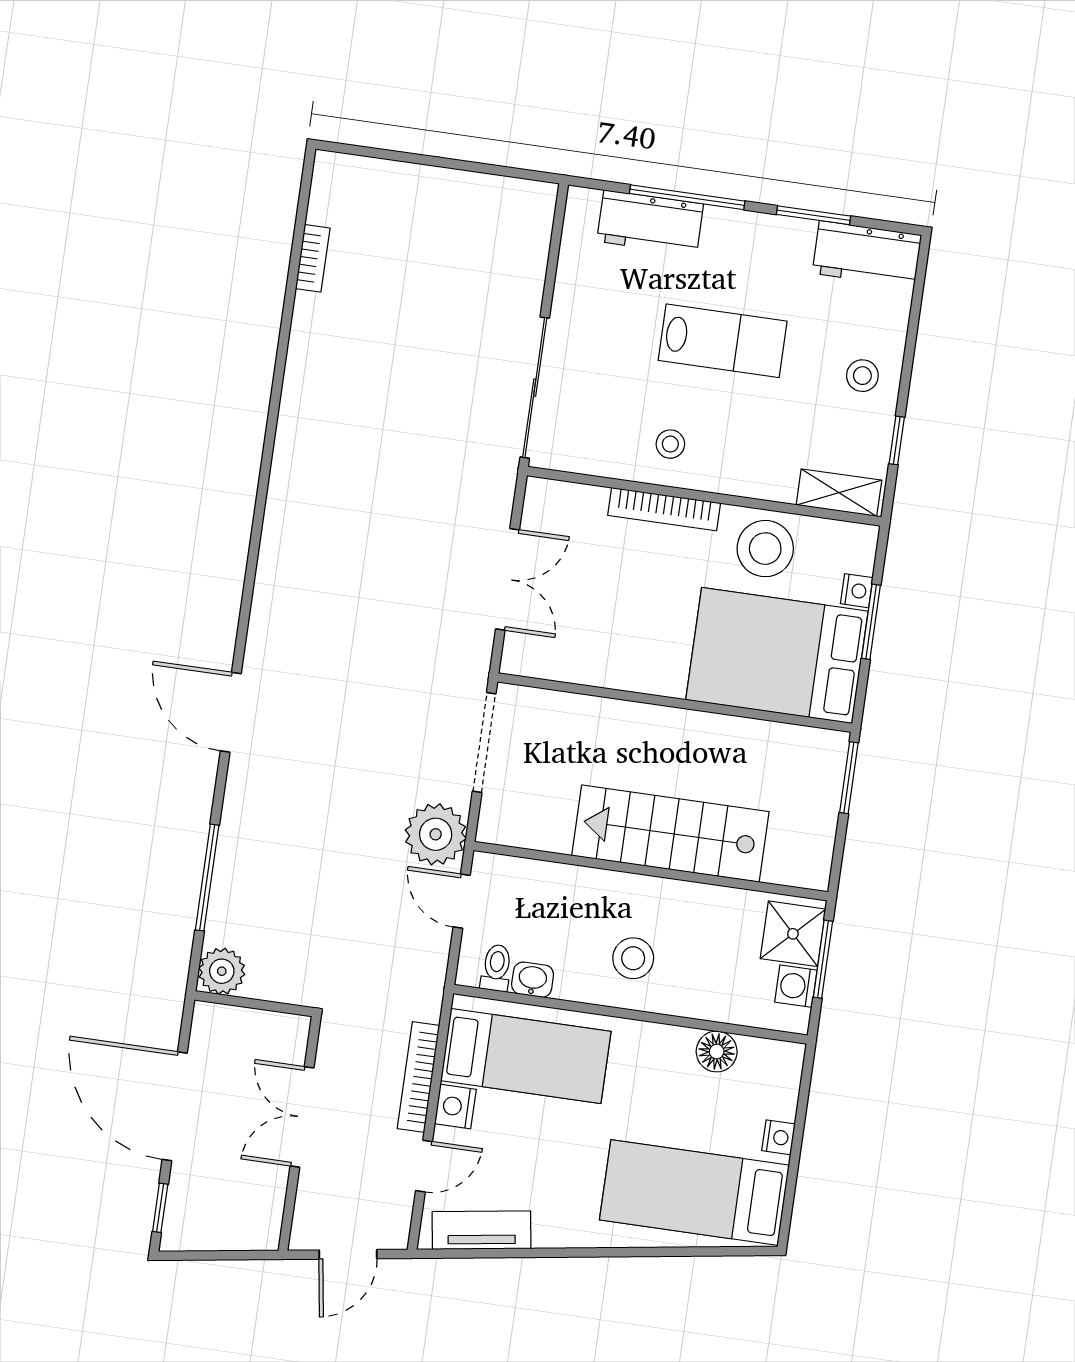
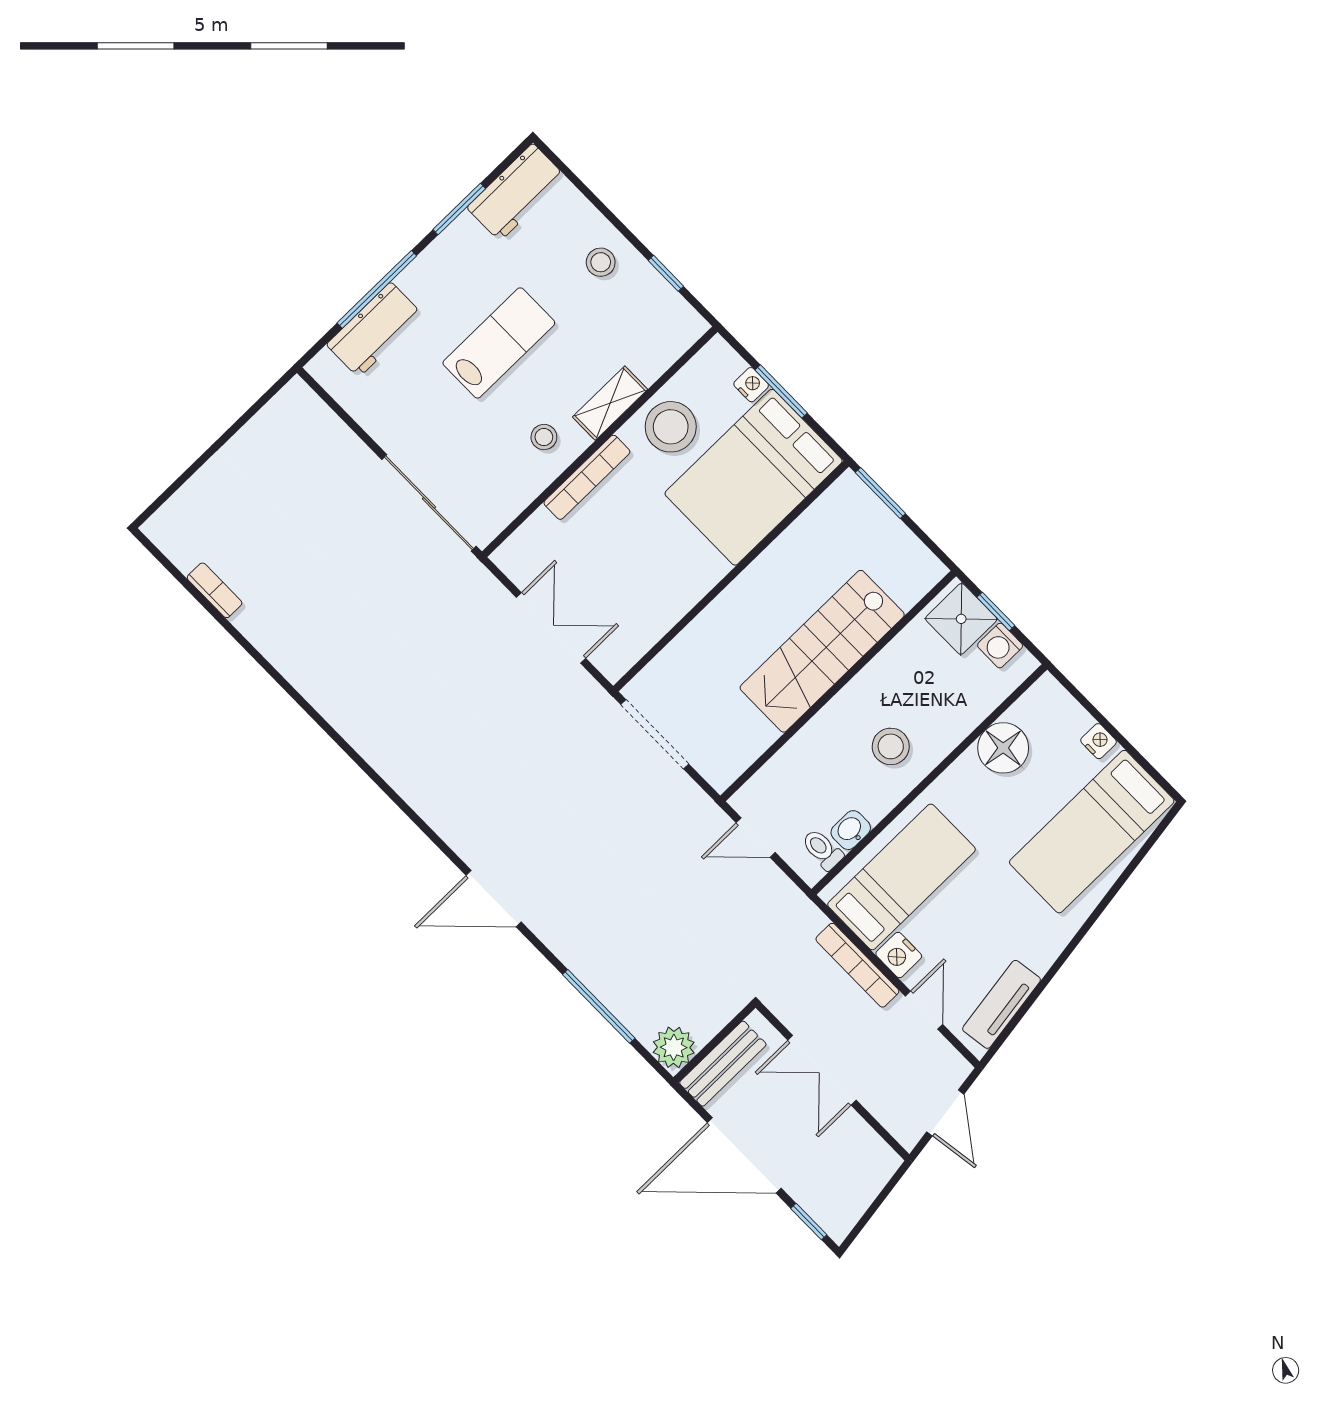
shelving: (839, 493) -> (610, 403), moved
plant: (436, 834) -> (694, 819), removed
window: (823, 959) -> (996, 611), width x0.67
bench: (241, 1025) -> (723, 1064), added
floor lamp: (717, 1052) -> (1003, 748), width x1.38, depth x1.38

